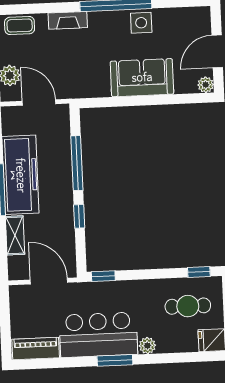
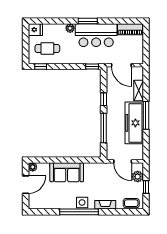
side table: (141, 23) -> (82, 202), moved

